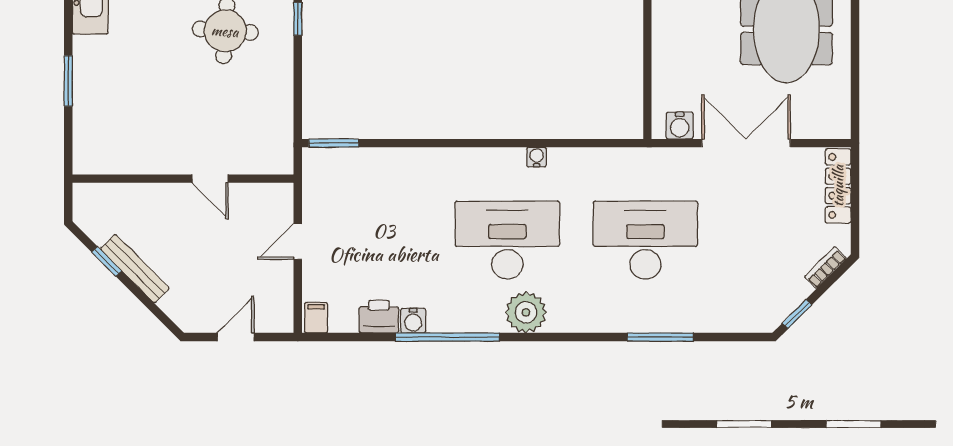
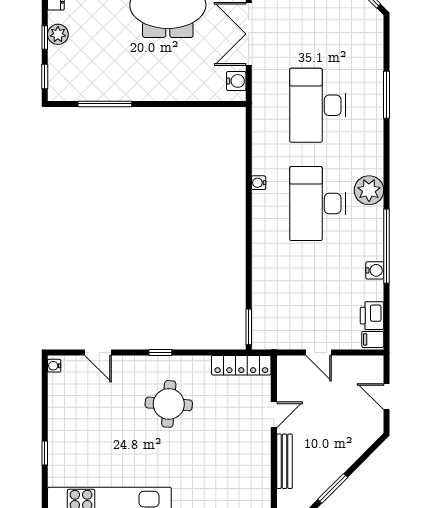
locker: (280, 133) -> (241, 365), added
window: (107, 261) -> (333, 488), width x1.50
bench: (135, 269) -> (284, 461), moved, turned -45
printer: (379, 317) -> (372, 316), moved

